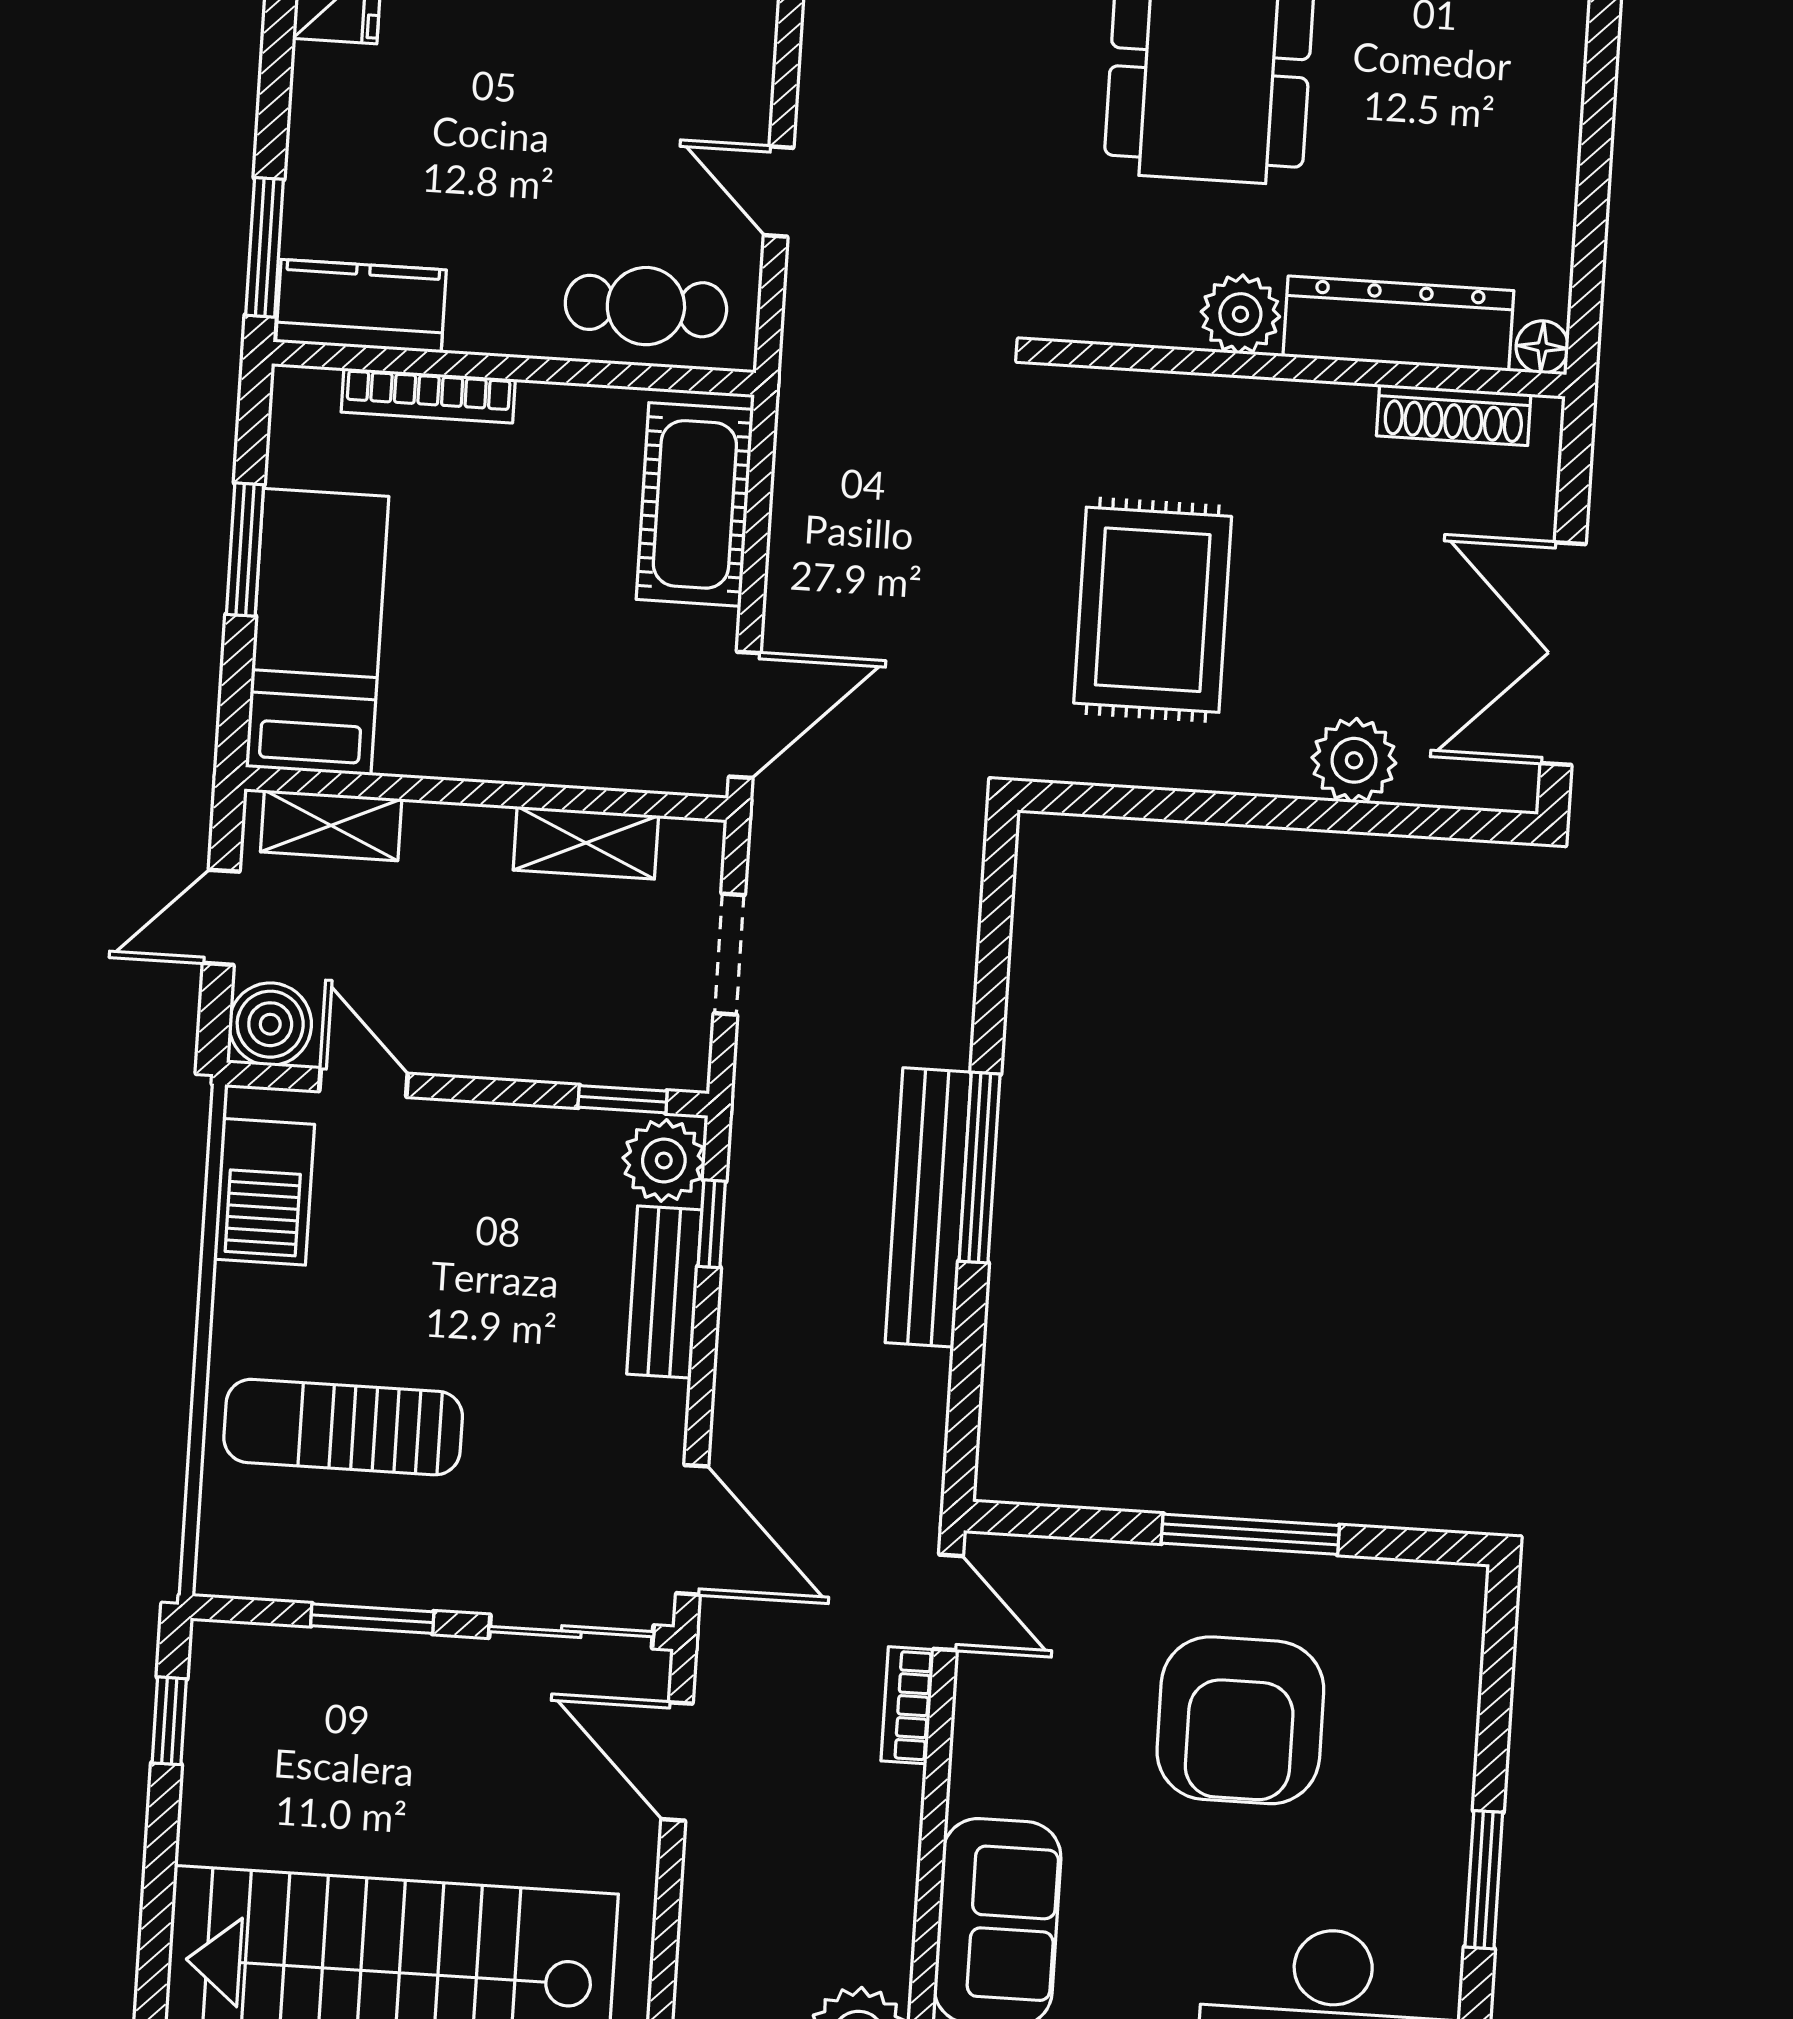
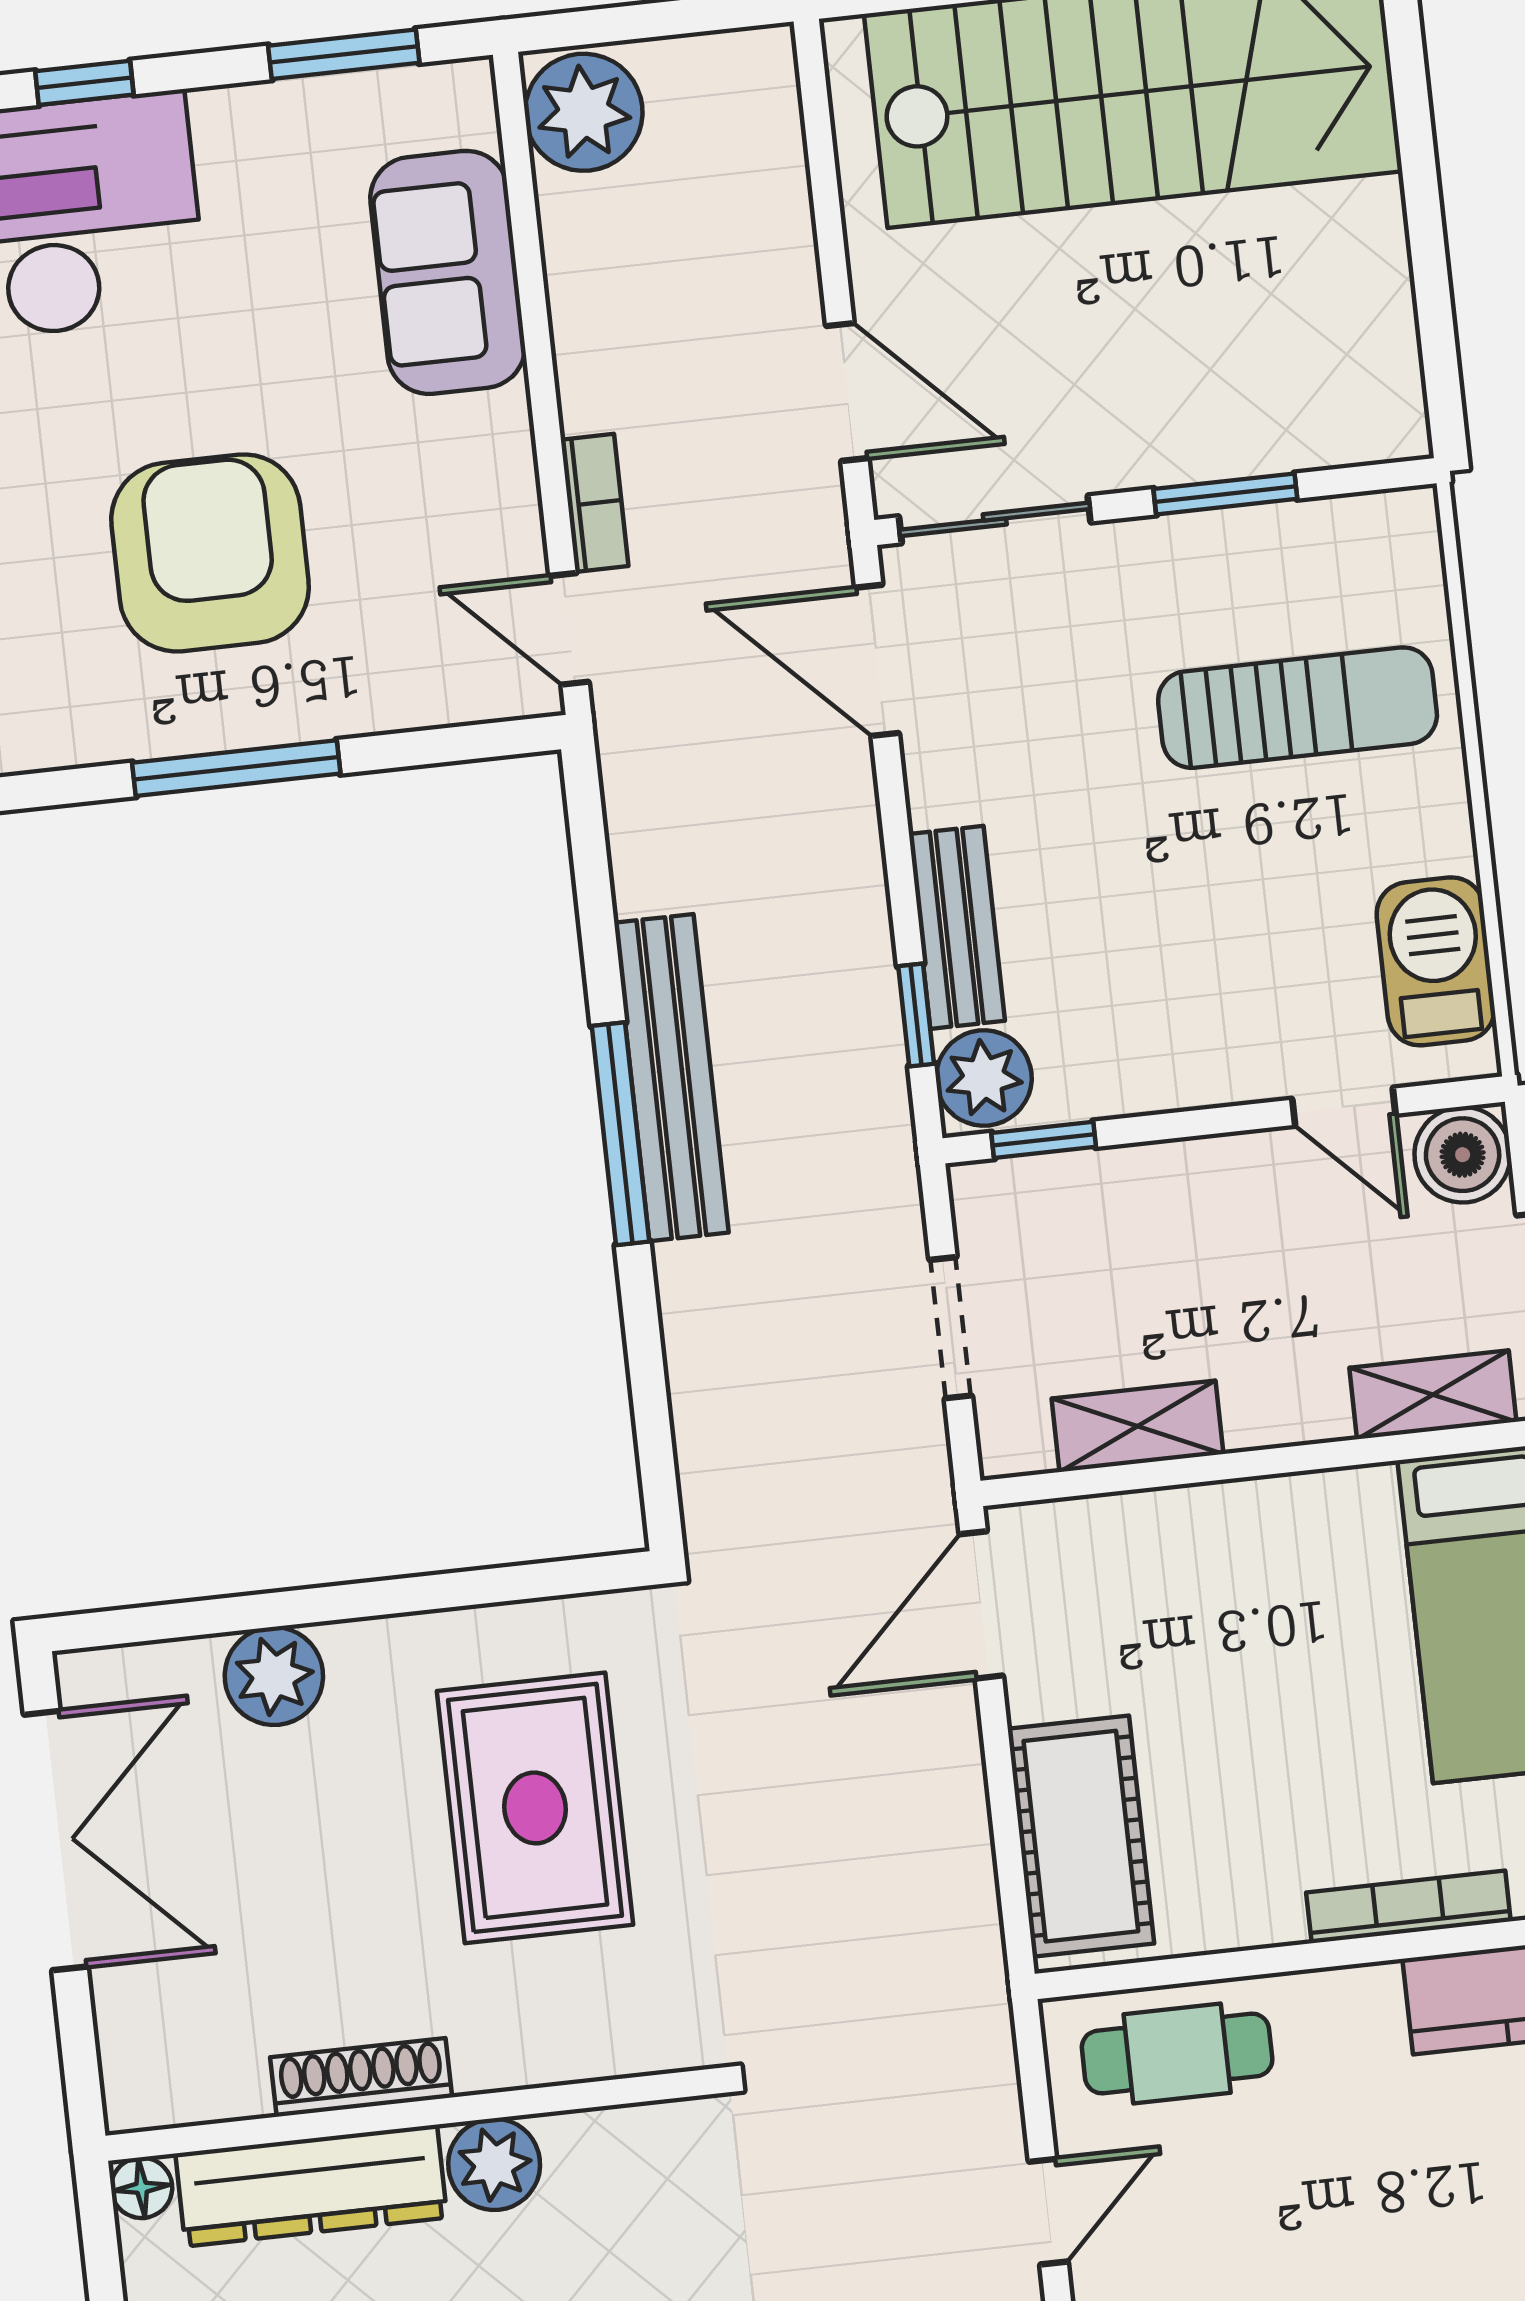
door: (779, 191) -> (1048, 2212), hinge flipped
shoe rack: (1454, 415) -> (361, 2077), moved
window: (169, 1721) -> (1437, 336), removed

